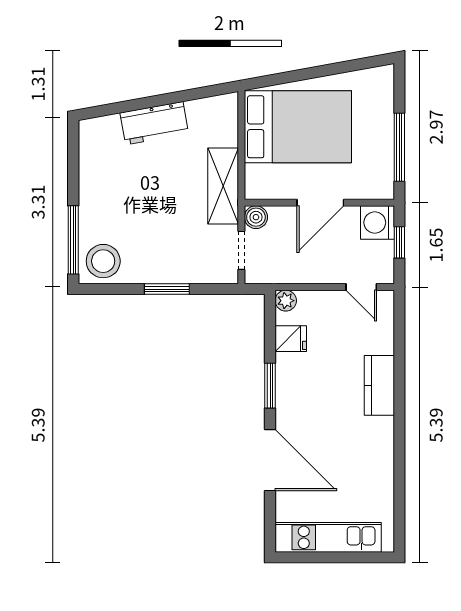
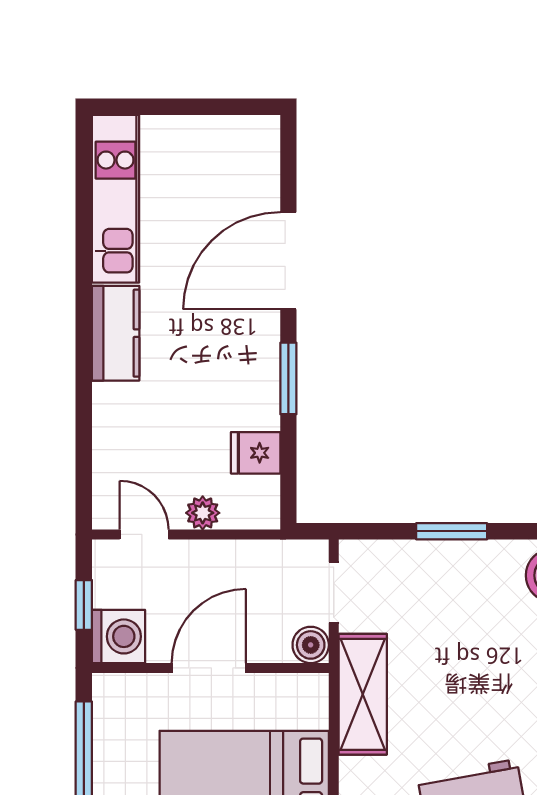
plant: (286, 301) -> (203, 513), moved
kitchen counter: (379, 385) -> (116, 333), moved
door: (270, 460) -> (288, 261), hinge flipped
kitchen unit: (328, 537) -> (116, 199), moved, turned -90

